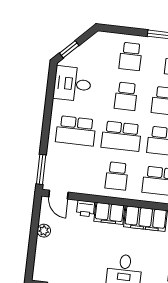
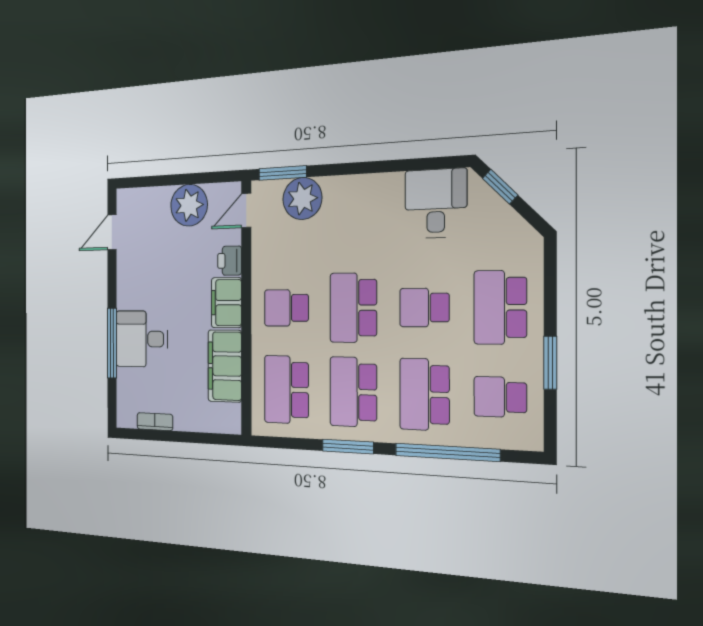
school desk: (131, 56) -> (500, 307), width x1.85
school desk: (76, 131) -> (353, 223), removed
plant: (57, 159) -> (302, 198), added
plant: (44, 231) -> (189, 205), width x1.88, depth x1.88

